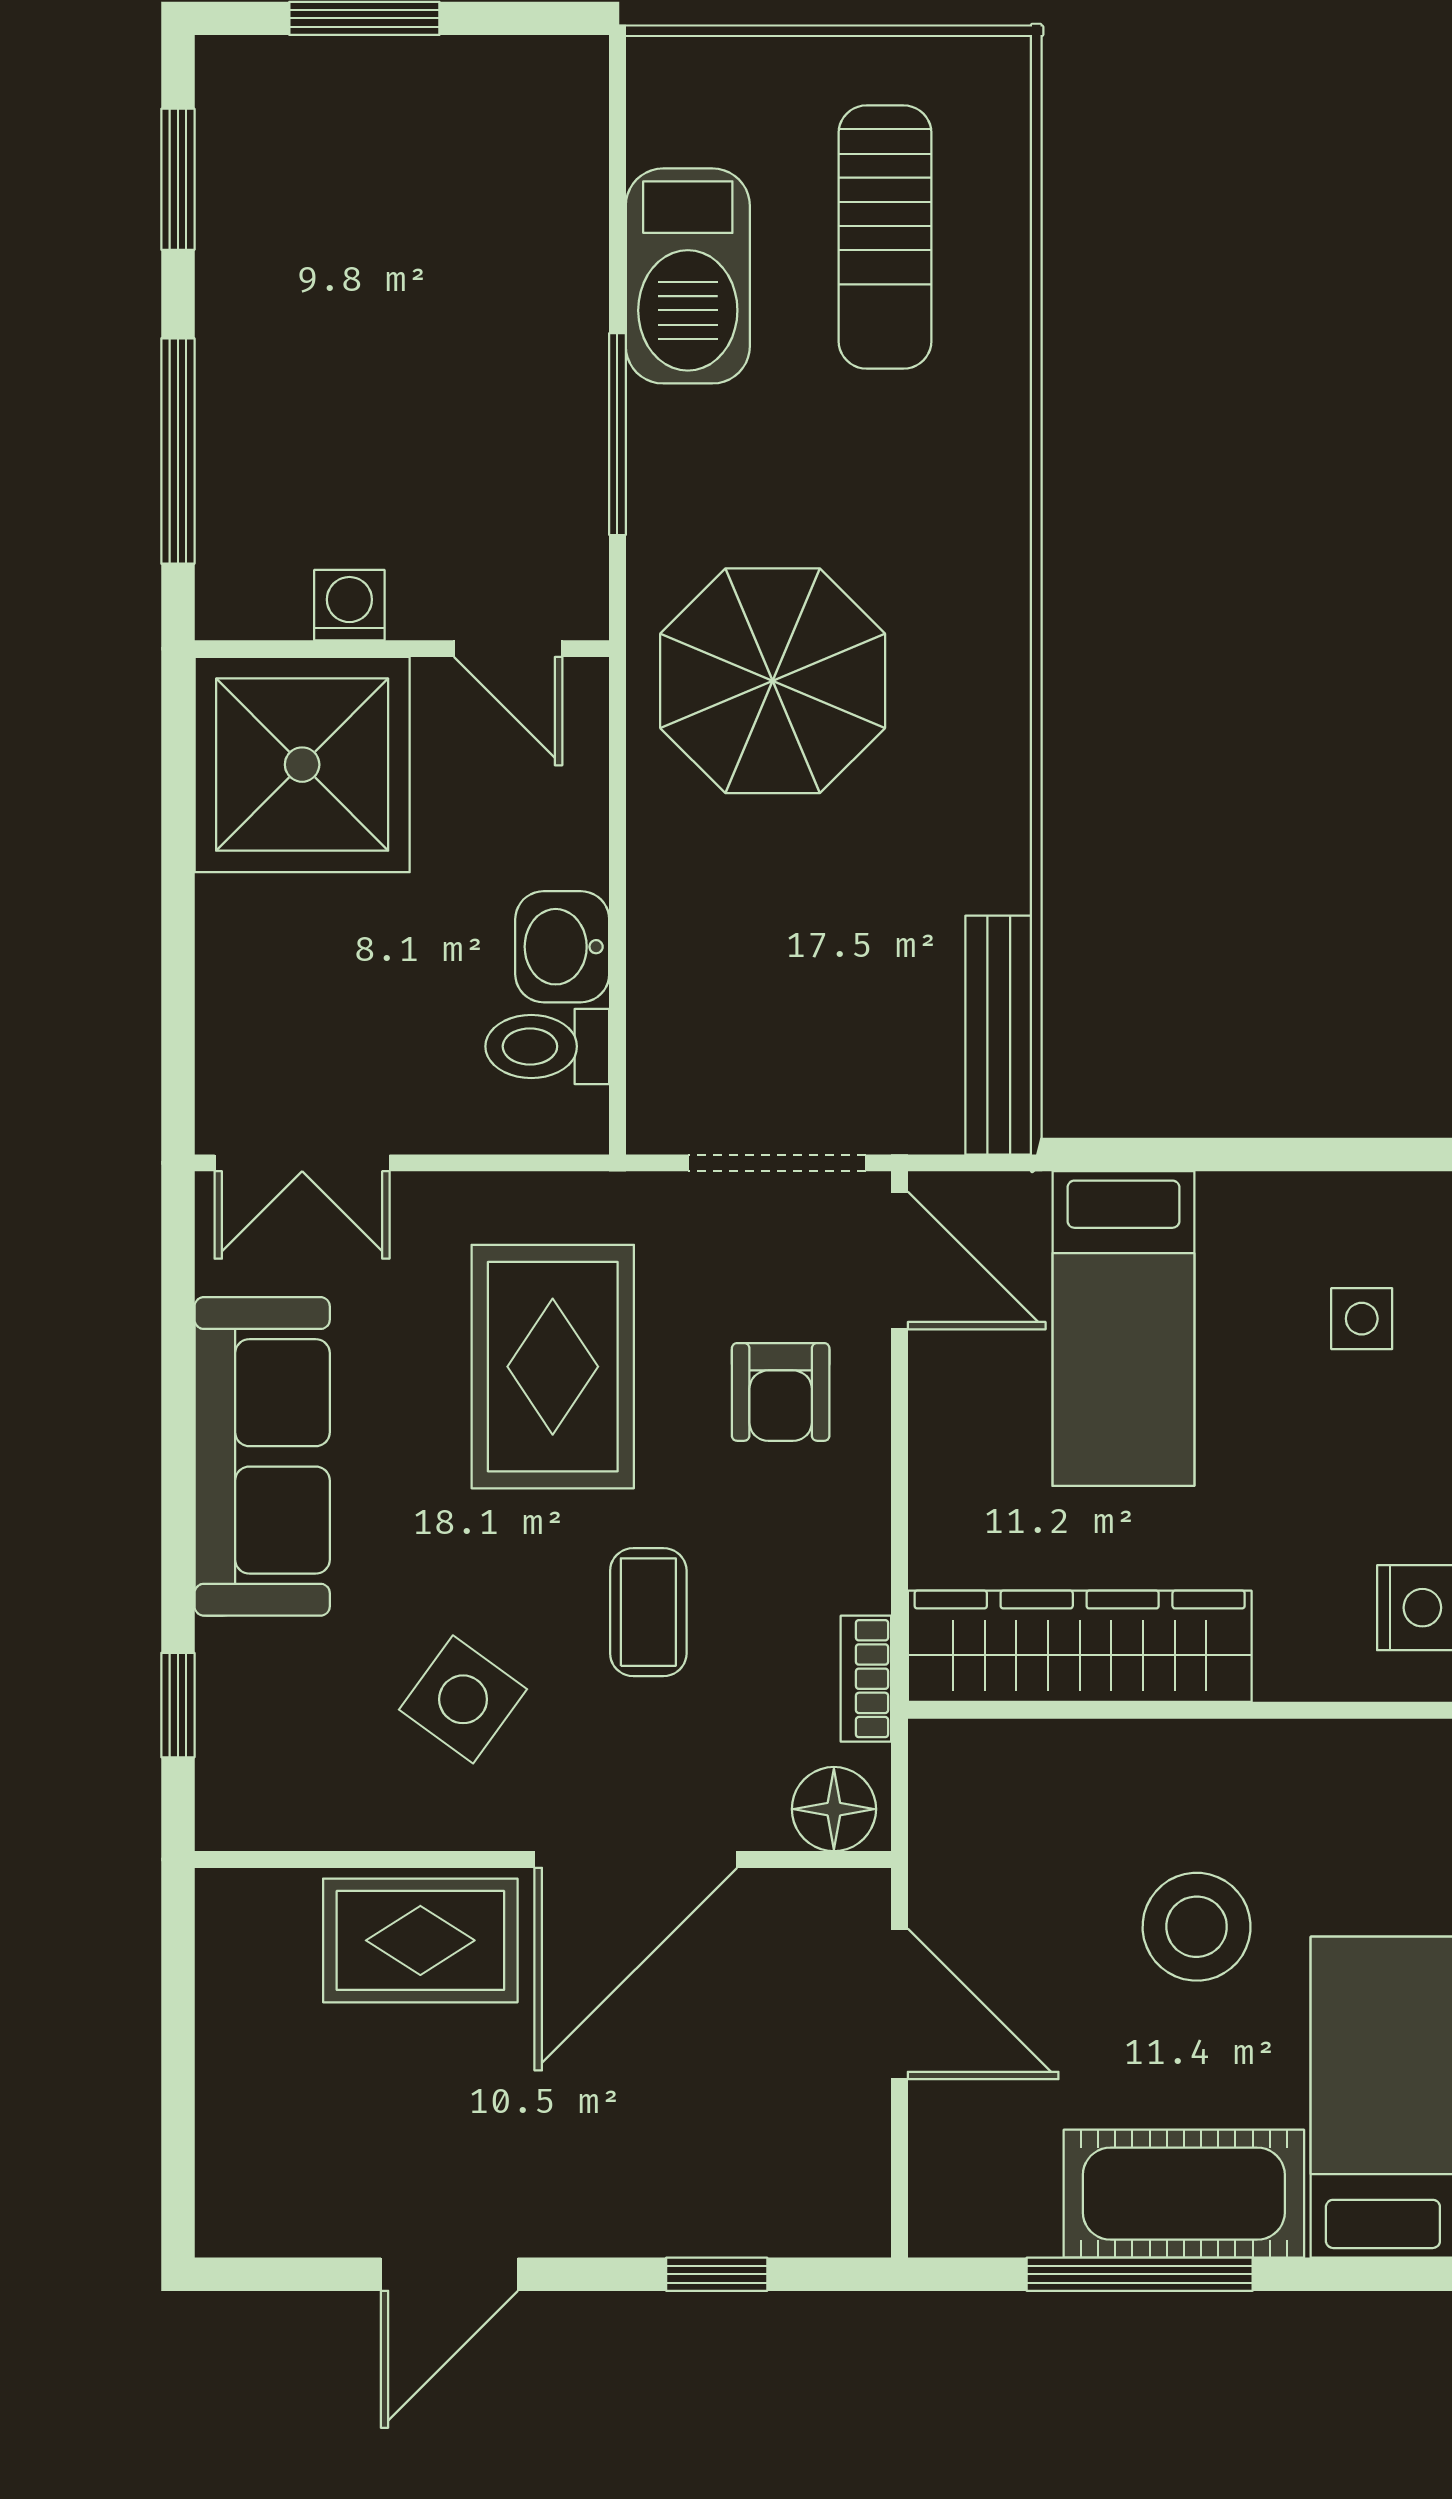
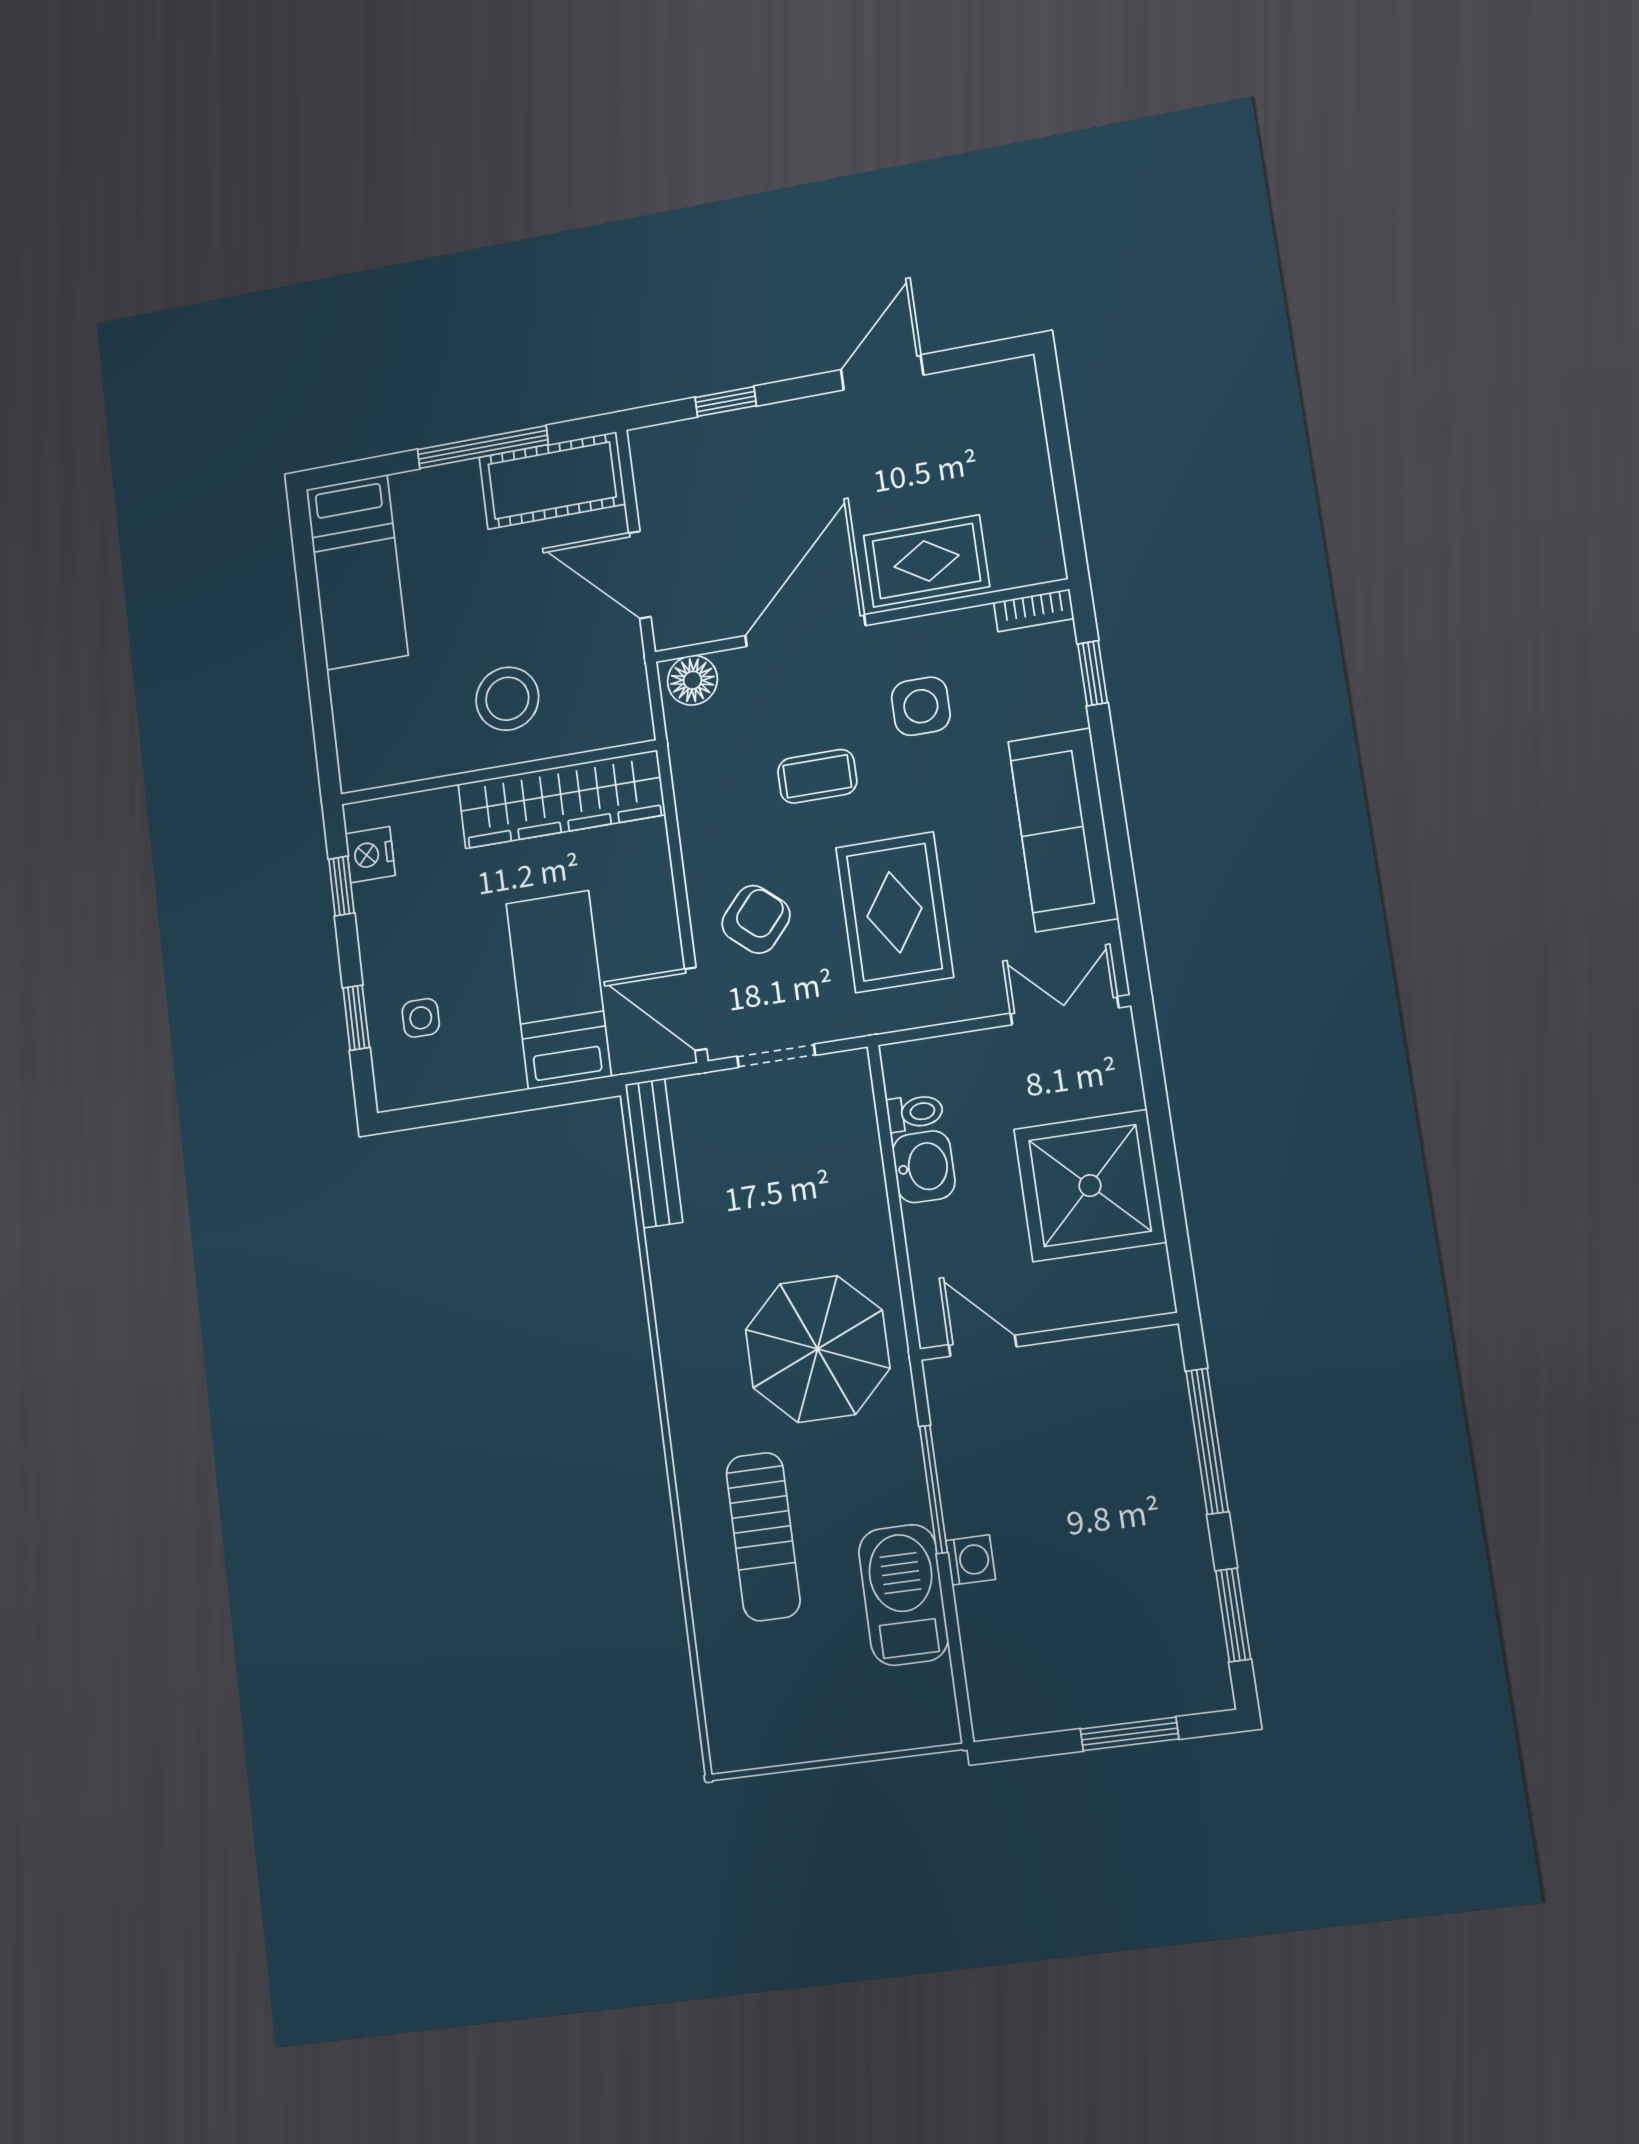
sun lounger: (885, 237) -> (763, 1537), moved, turned 180
washing machine: (349, 605) -> (971, 1560), moved, turned -90
shower: (302, 765) -> (1090, 1186), moved
toilet: (547, 1046) -> (915, 1112), width x0.73, depth x0.72
doorway: (777, 1163) -> (776, 1056), width x0.73
armchair: (781, 1392) -> (756, 919), turned 41
coffee table: (648, 1612) -> (817, 776), turned 90
bookcase: (866, 1679) -> (1034, 610), moved, turned 90
side table: (463, 1699) -> (921, 706), turned -36
stool: (1197, 1927) -> (507, 699), moved
cot: (1184, 2194) -> (552, 481), moved

